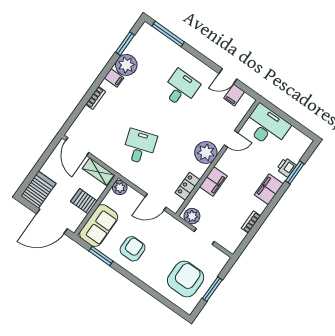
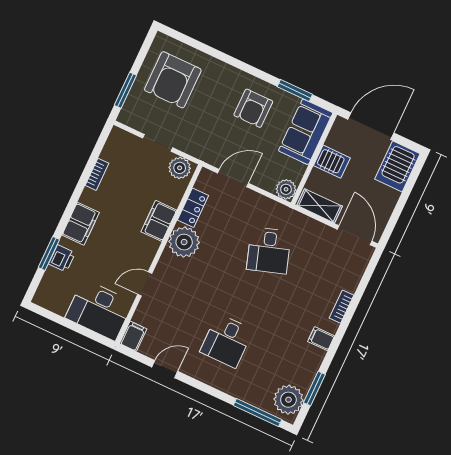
plant: (126, 65) -> (288, 400), moved
filing cabinet: (234, 95) -> (133, 336), moved
plant: (206, 152) -> (184, 242), moved
window: (212, 289) -> (125, 90), moved

